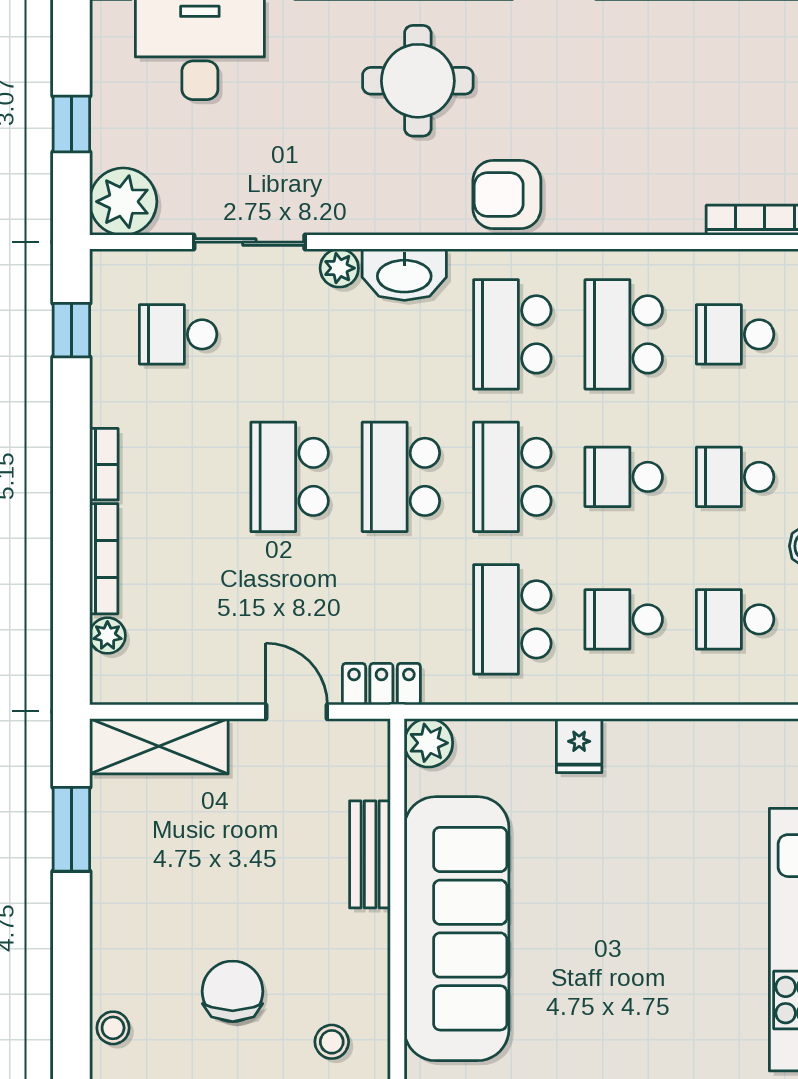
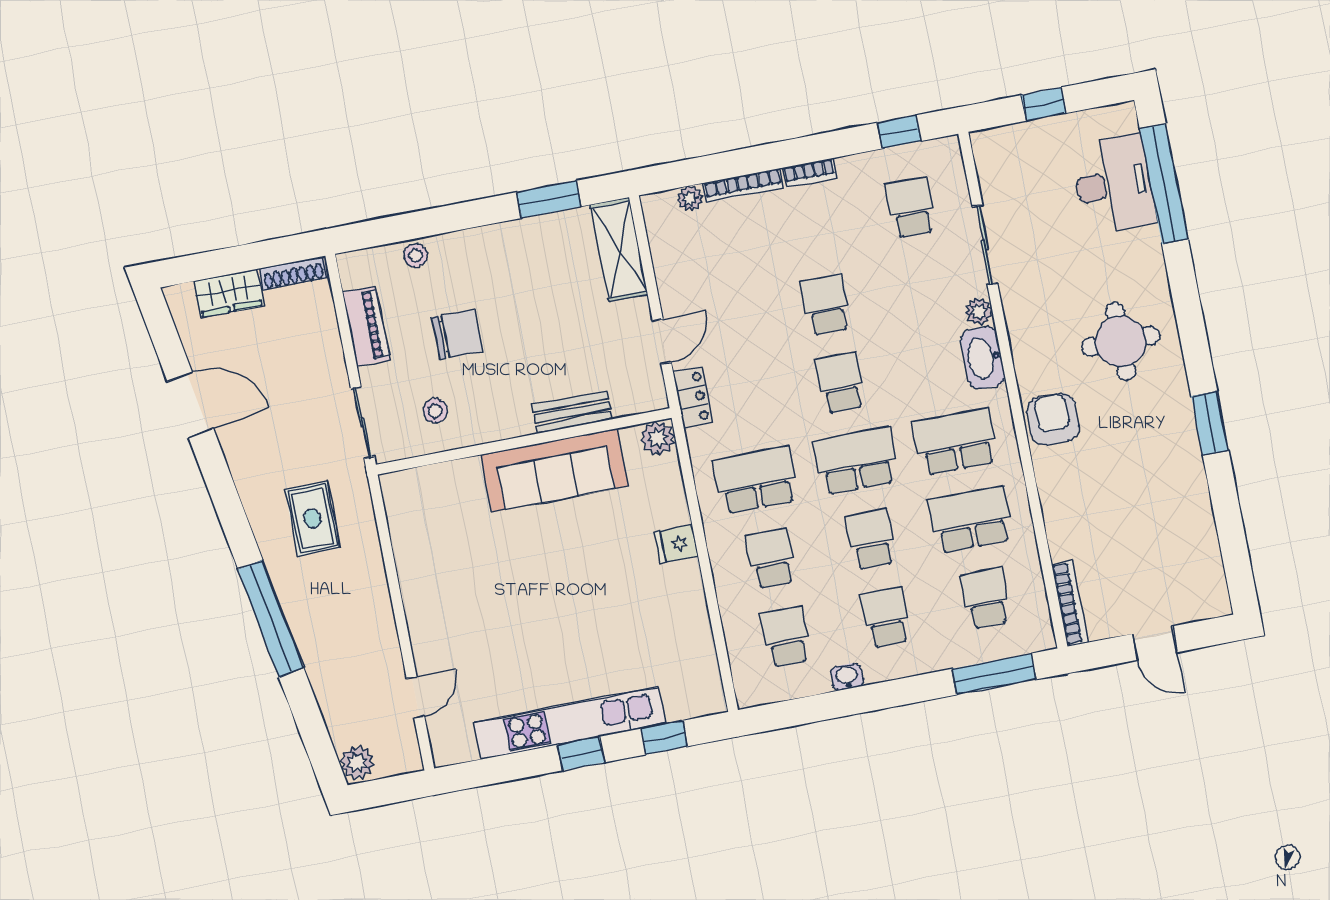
plant: (123, 202) -> (996, 151), removed
school desk: (290, 477) -> (826, 305), width x0.54
school desk: (401, 477) -> (841, 383), width x0.54
sofa: (457, 929) -> (554, 470), width x0.74, depth x0.79

